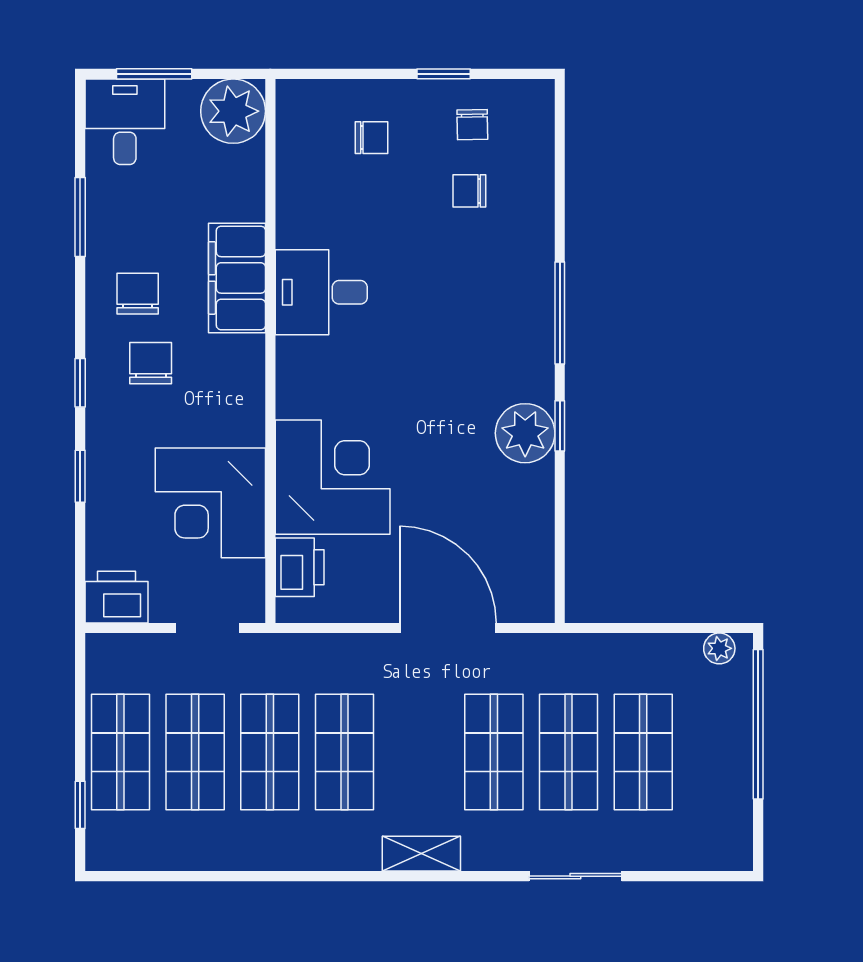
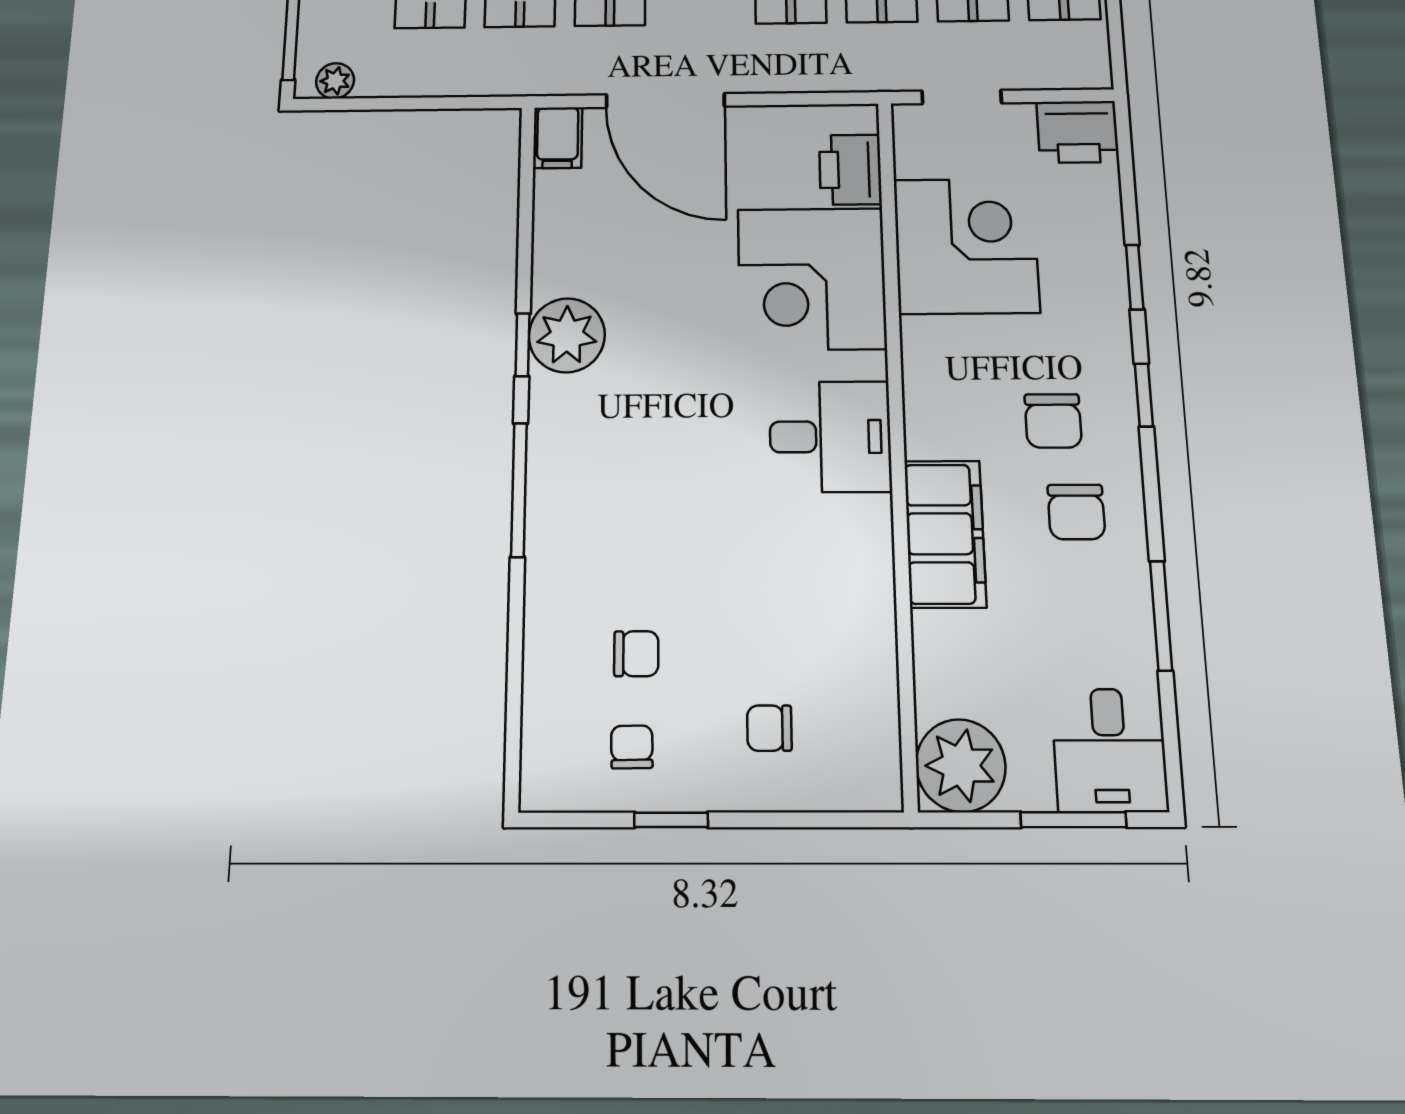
desk: (321, 292) -> (830, 437), moved
filing cabinet: (535, 597) -> (558, 138), added

